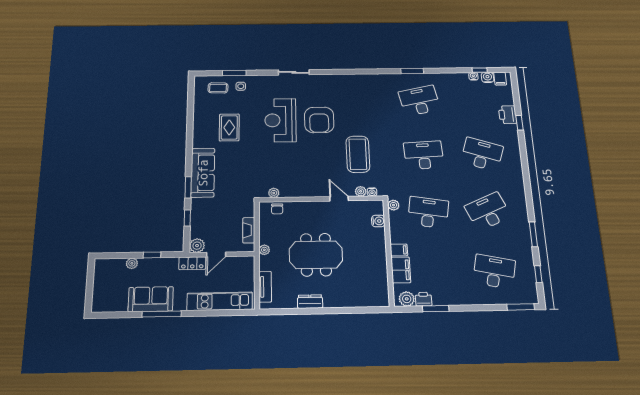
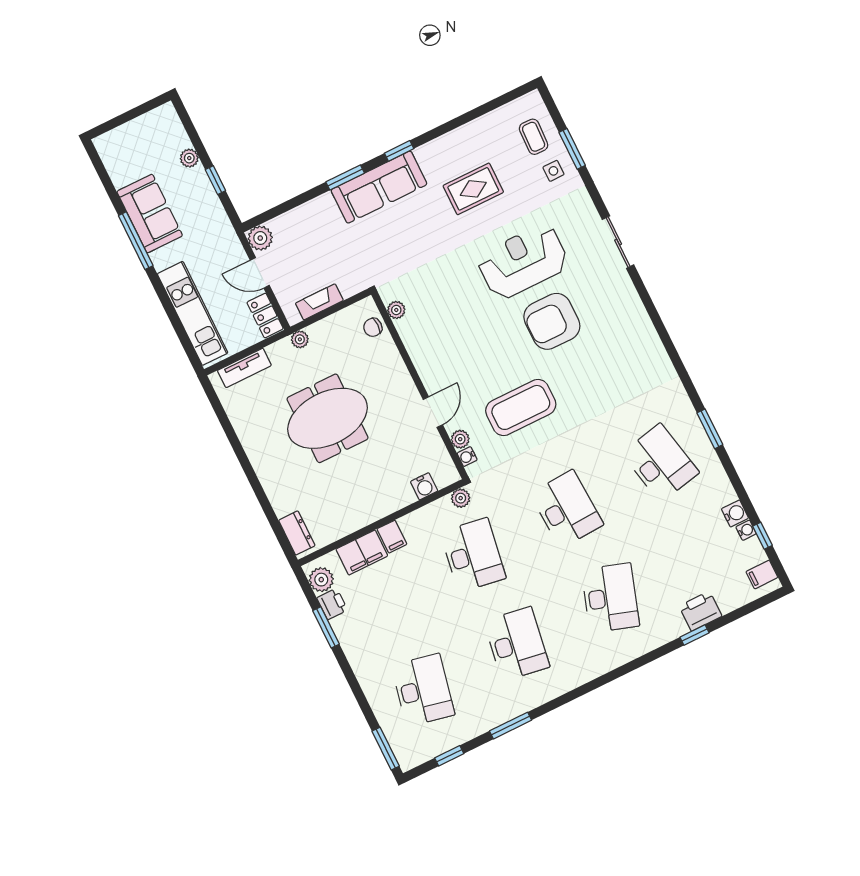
water cooler: (488, 77) -> (735, 513), moved
desk: (488, 211) -> (517, 644), turned 33
window: (187, 218) -> (399, 151), moved
meeting table: (316, 255) -> (328, 418), turned 90
locker: (192, 263) -> (265, 316), moved
dresser: (310, 302) -> (297, 533), moved

